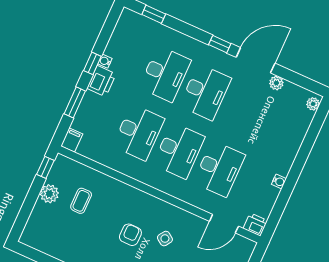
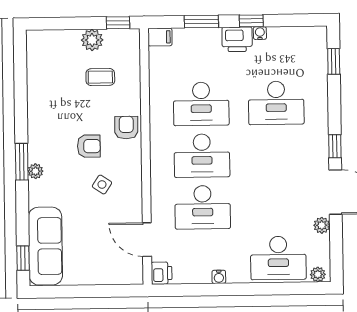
desk: (205, 92) -> (278, 258), moved
armchair: (130, 199) -> (126, 128), added

